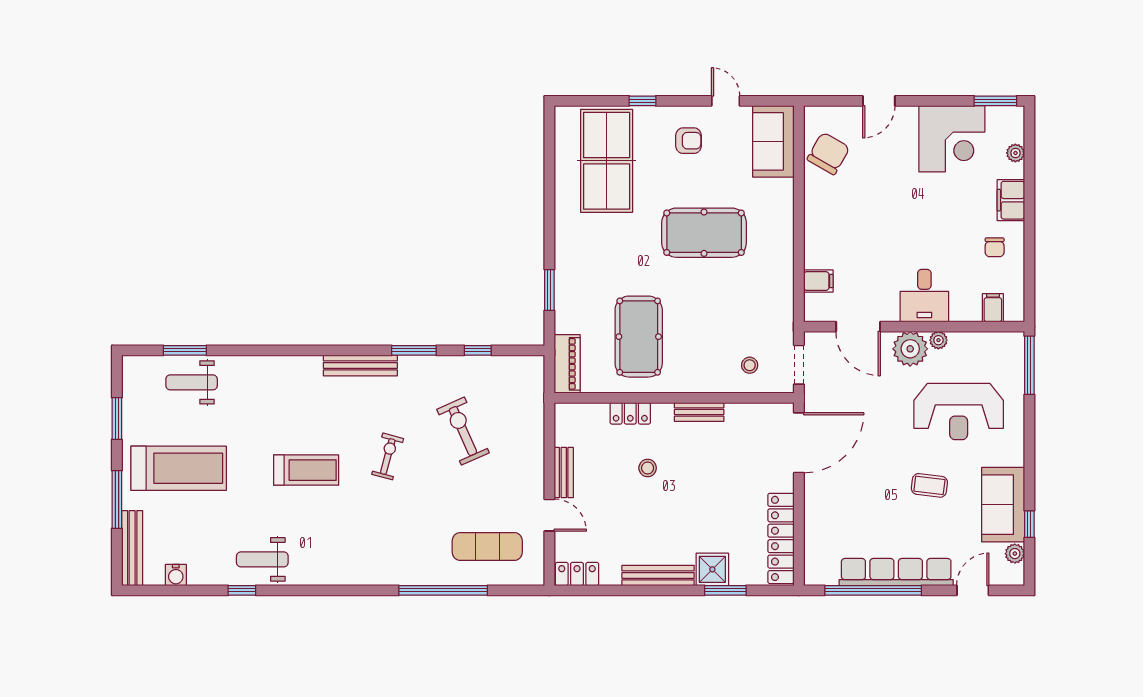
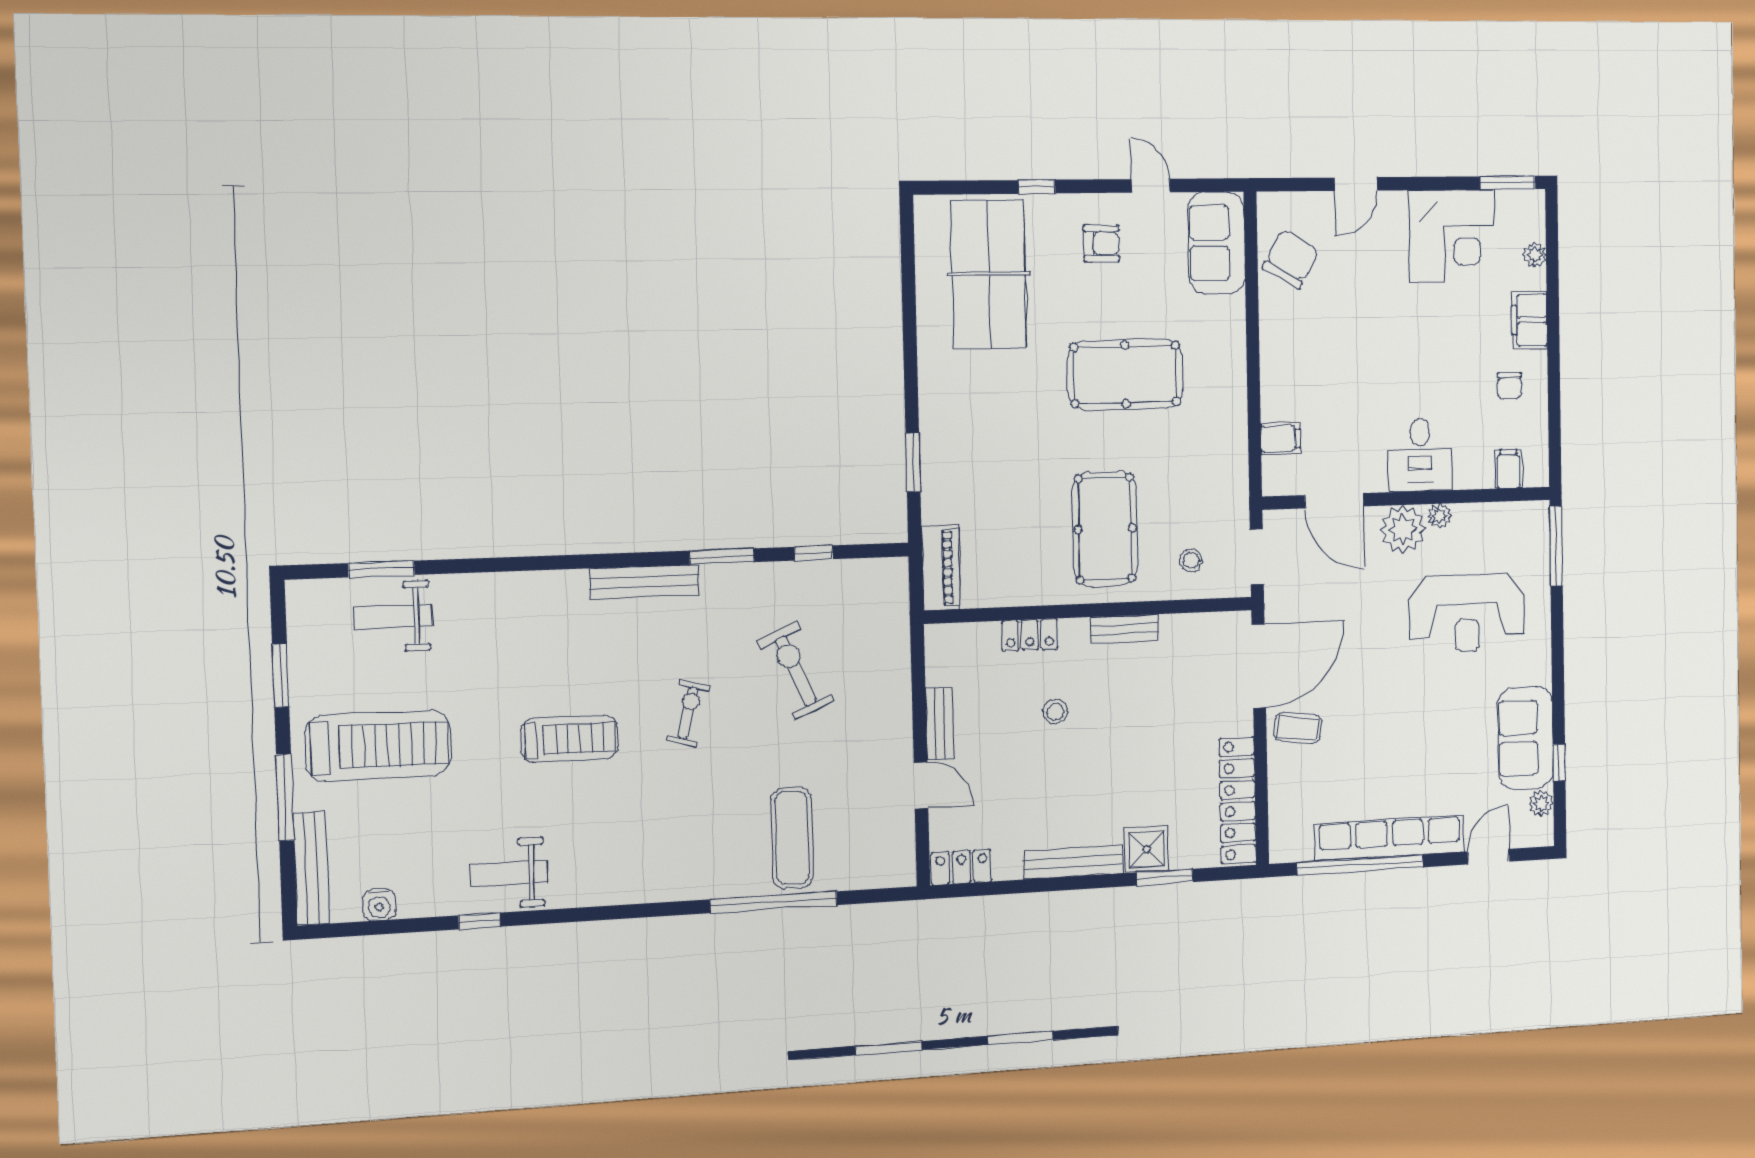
pool table: (639, 337) -> (1105, 529), moved
coffee table: (929, 485) -> (1298, 728), moved
exercise mat: (487, 547) -> (792, 838), moved, turned 90

